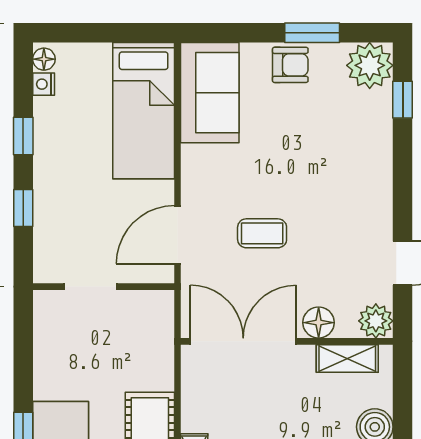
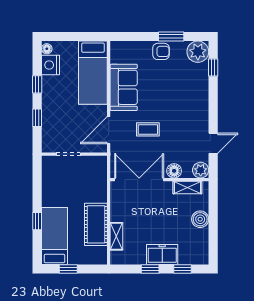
nightstand: (44, 84) -> (51, 65), width x1.89, depth x1.79
sofa: (210, 93) -> (124, 87), moved

